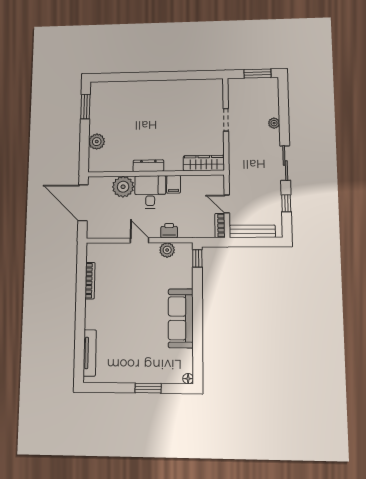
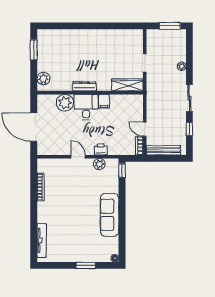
wardrobe: (204, 163) -> (127, 85), moved
dresser: (148, 166) -> (84, 86), moved
wall: (156, 174) -> (90, 93), moved
filing cabinet: (174, 184) -> (104, 101), moved
plant: (123, 187) -> (65, 103), moved
desk: (150, 192) -> (86, 107), moved

